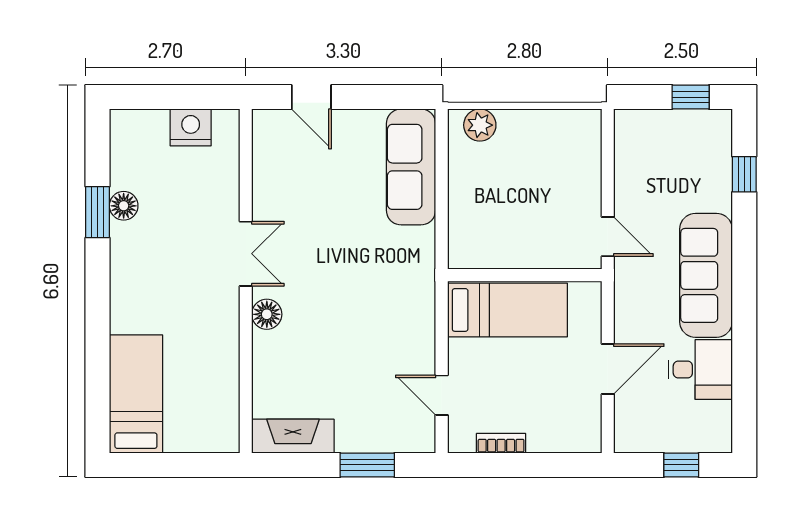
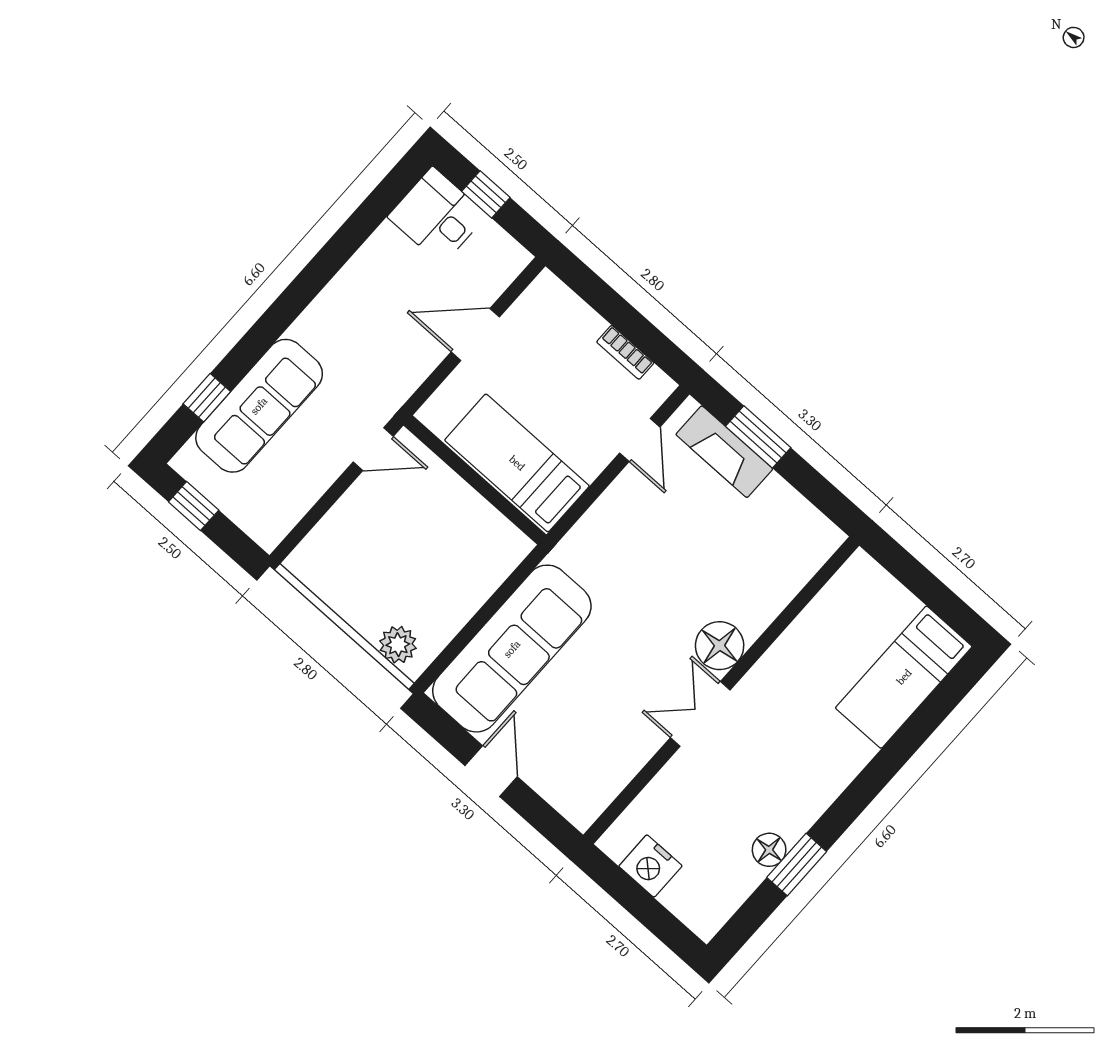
door: (311, 97) -> (491, 771), moved
sofa: (411, 167) -> (512, 649), width x1.36, depth x1.27
door: (608, 237) -> (373, 449), swing flipped
sofa: (706, 275) -> (259, 406), moved
floor lamp: (267, 314) -> (720, 646), width x1.38, depth x1.38
desk: (700, 370) -> (437, 216), moved
fireplace: (293, 436) -> (724, 452), moved

